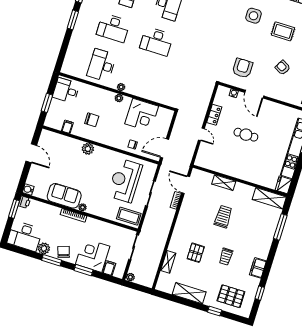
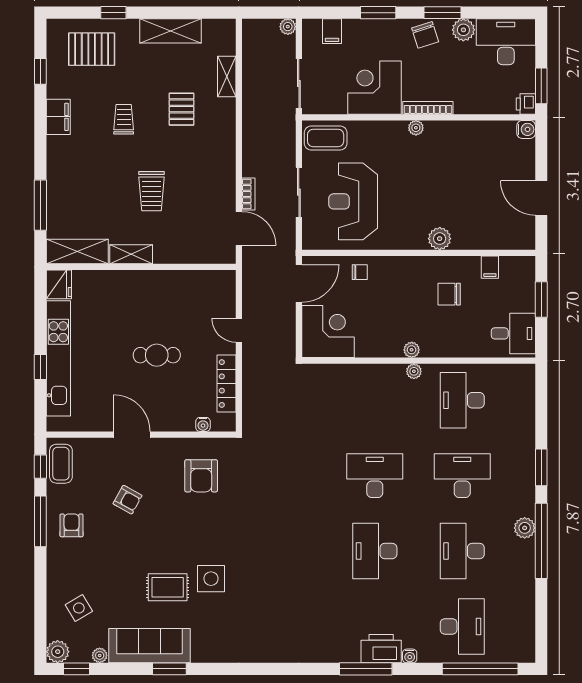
rug: (283, 31) -> (168, 587), moved
desk: (102, 65) -> (462, 400), turned 180
door: (254, 94) -> (132, 435), moved
corner desk: (142, 115) -> (328, 332), moved, turned 90
locker: (214, 115) -> (227, 384), width x1.53
reception desk: (125, 181) -> (353, 201), turned 180
shelving: (224, 183) -> (131, 254), moved
sofa: (64, 196) -> (456, 138), removed
corner desk: (93, 255) -> (375, 88), moved, turned 180

